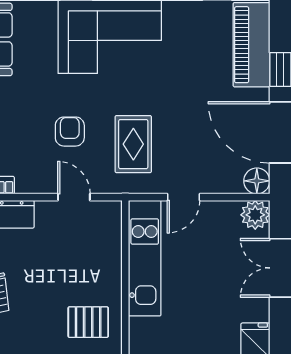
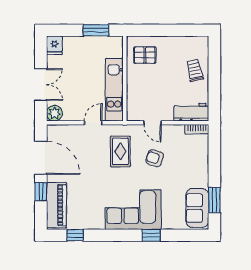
armchair: (70, 132) -> (155, 158), turned 107
floor lamp: (257, 181) -> (54, 131), removed

